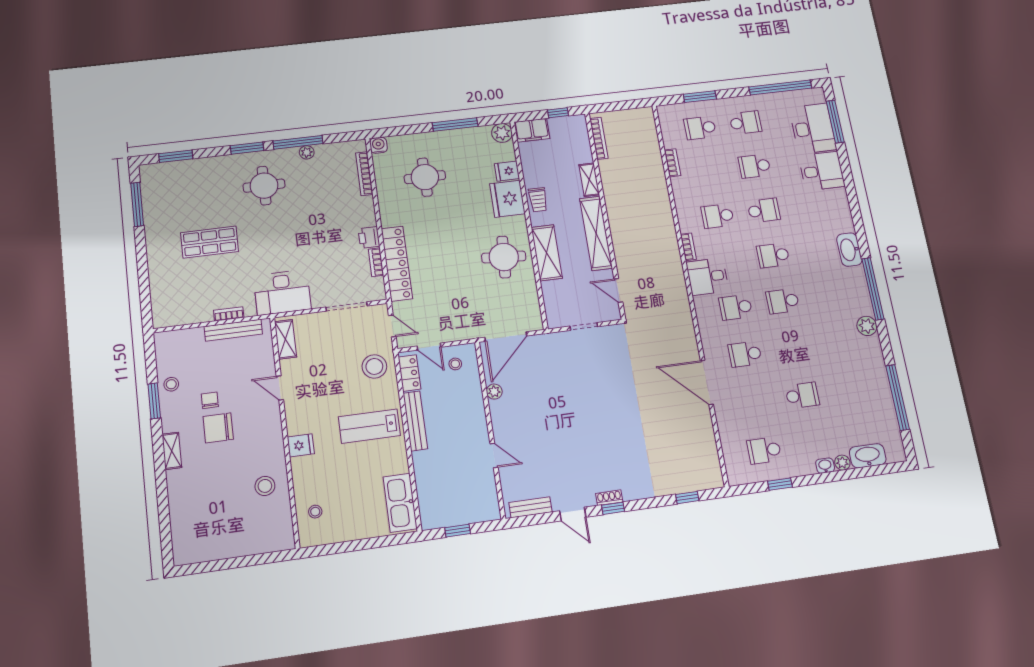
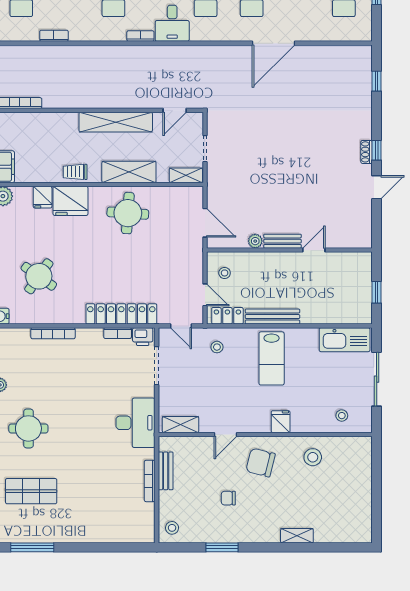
bookcase: (364, 174) -> (53, 333), moved
round table: (425, 177) -> (39, 276), turned 35
shelving: (589, 180) -> (186, 175), moved
trolley: (538, 200) -> (75, 172), turned 180
printer: (369, 237) -> (143, 337), moved
shop shelf: (210, 242) -> (31, 491), moved, turned 90
bookcase: (229, 314) -> (150, 481), width x1.56
door: (392, 326) -> (181, 326), swing flipped
bench: (233, 330) -> (166, 471), width x0.73
door: (506, 337) -> (205, 223), width x0.73
door: (429, 347) -> (205, 295), hinge flipped
stool: (374, 366) -> (217, 347), width x0.53, depth x0.53
stool: (171, 384) -> (172, 528), moved
chair: (218, 428) -> (261, 463), moved, turned 104
shelving: (172, 451) -> (297, 536), moved
bench: (530, 507) -> (283, 241), moved, turned 90
sliding door: (361, 545) -> (377, 379), added

